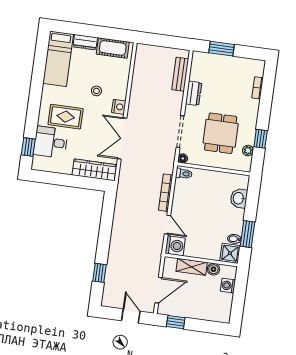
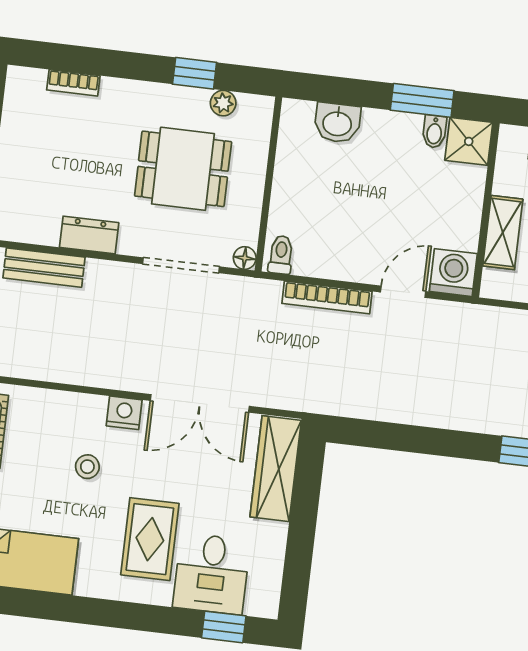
boiler: (214, 269) -> (507, 180), removed

